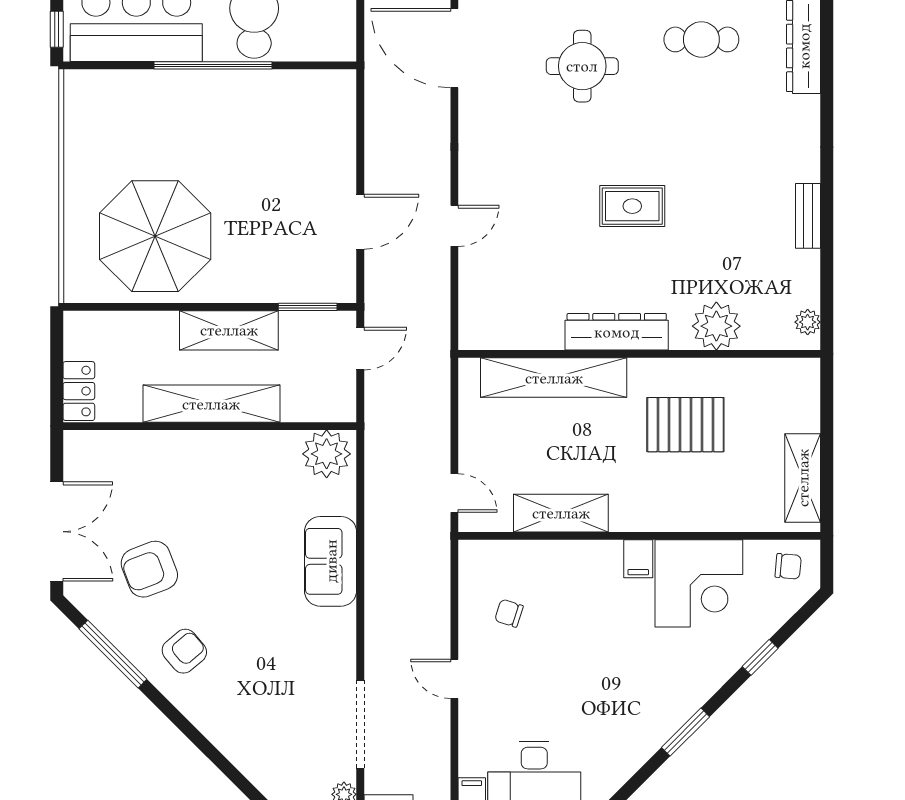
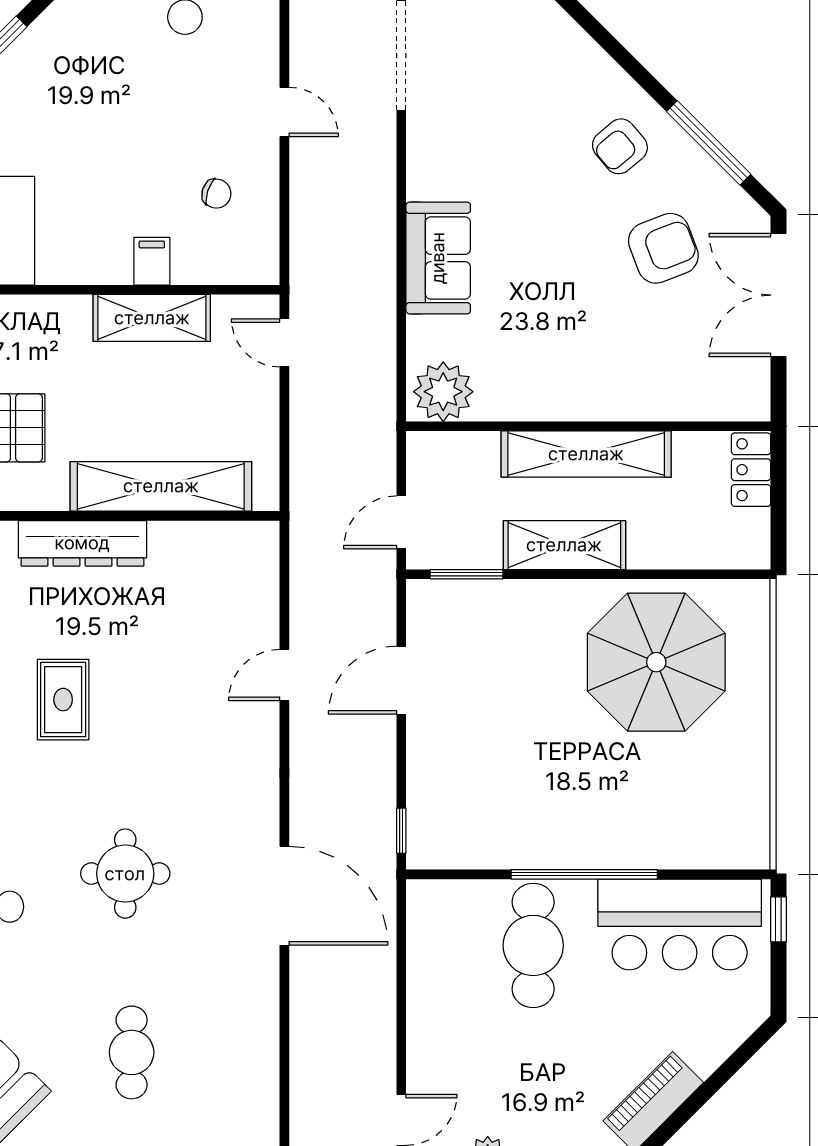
window: (360, 101) -> (401, 831), added
rug: (632, 206) -> (63, 700), turned 90
filing cabinet: (638, 559) -> (152, 261), moved

